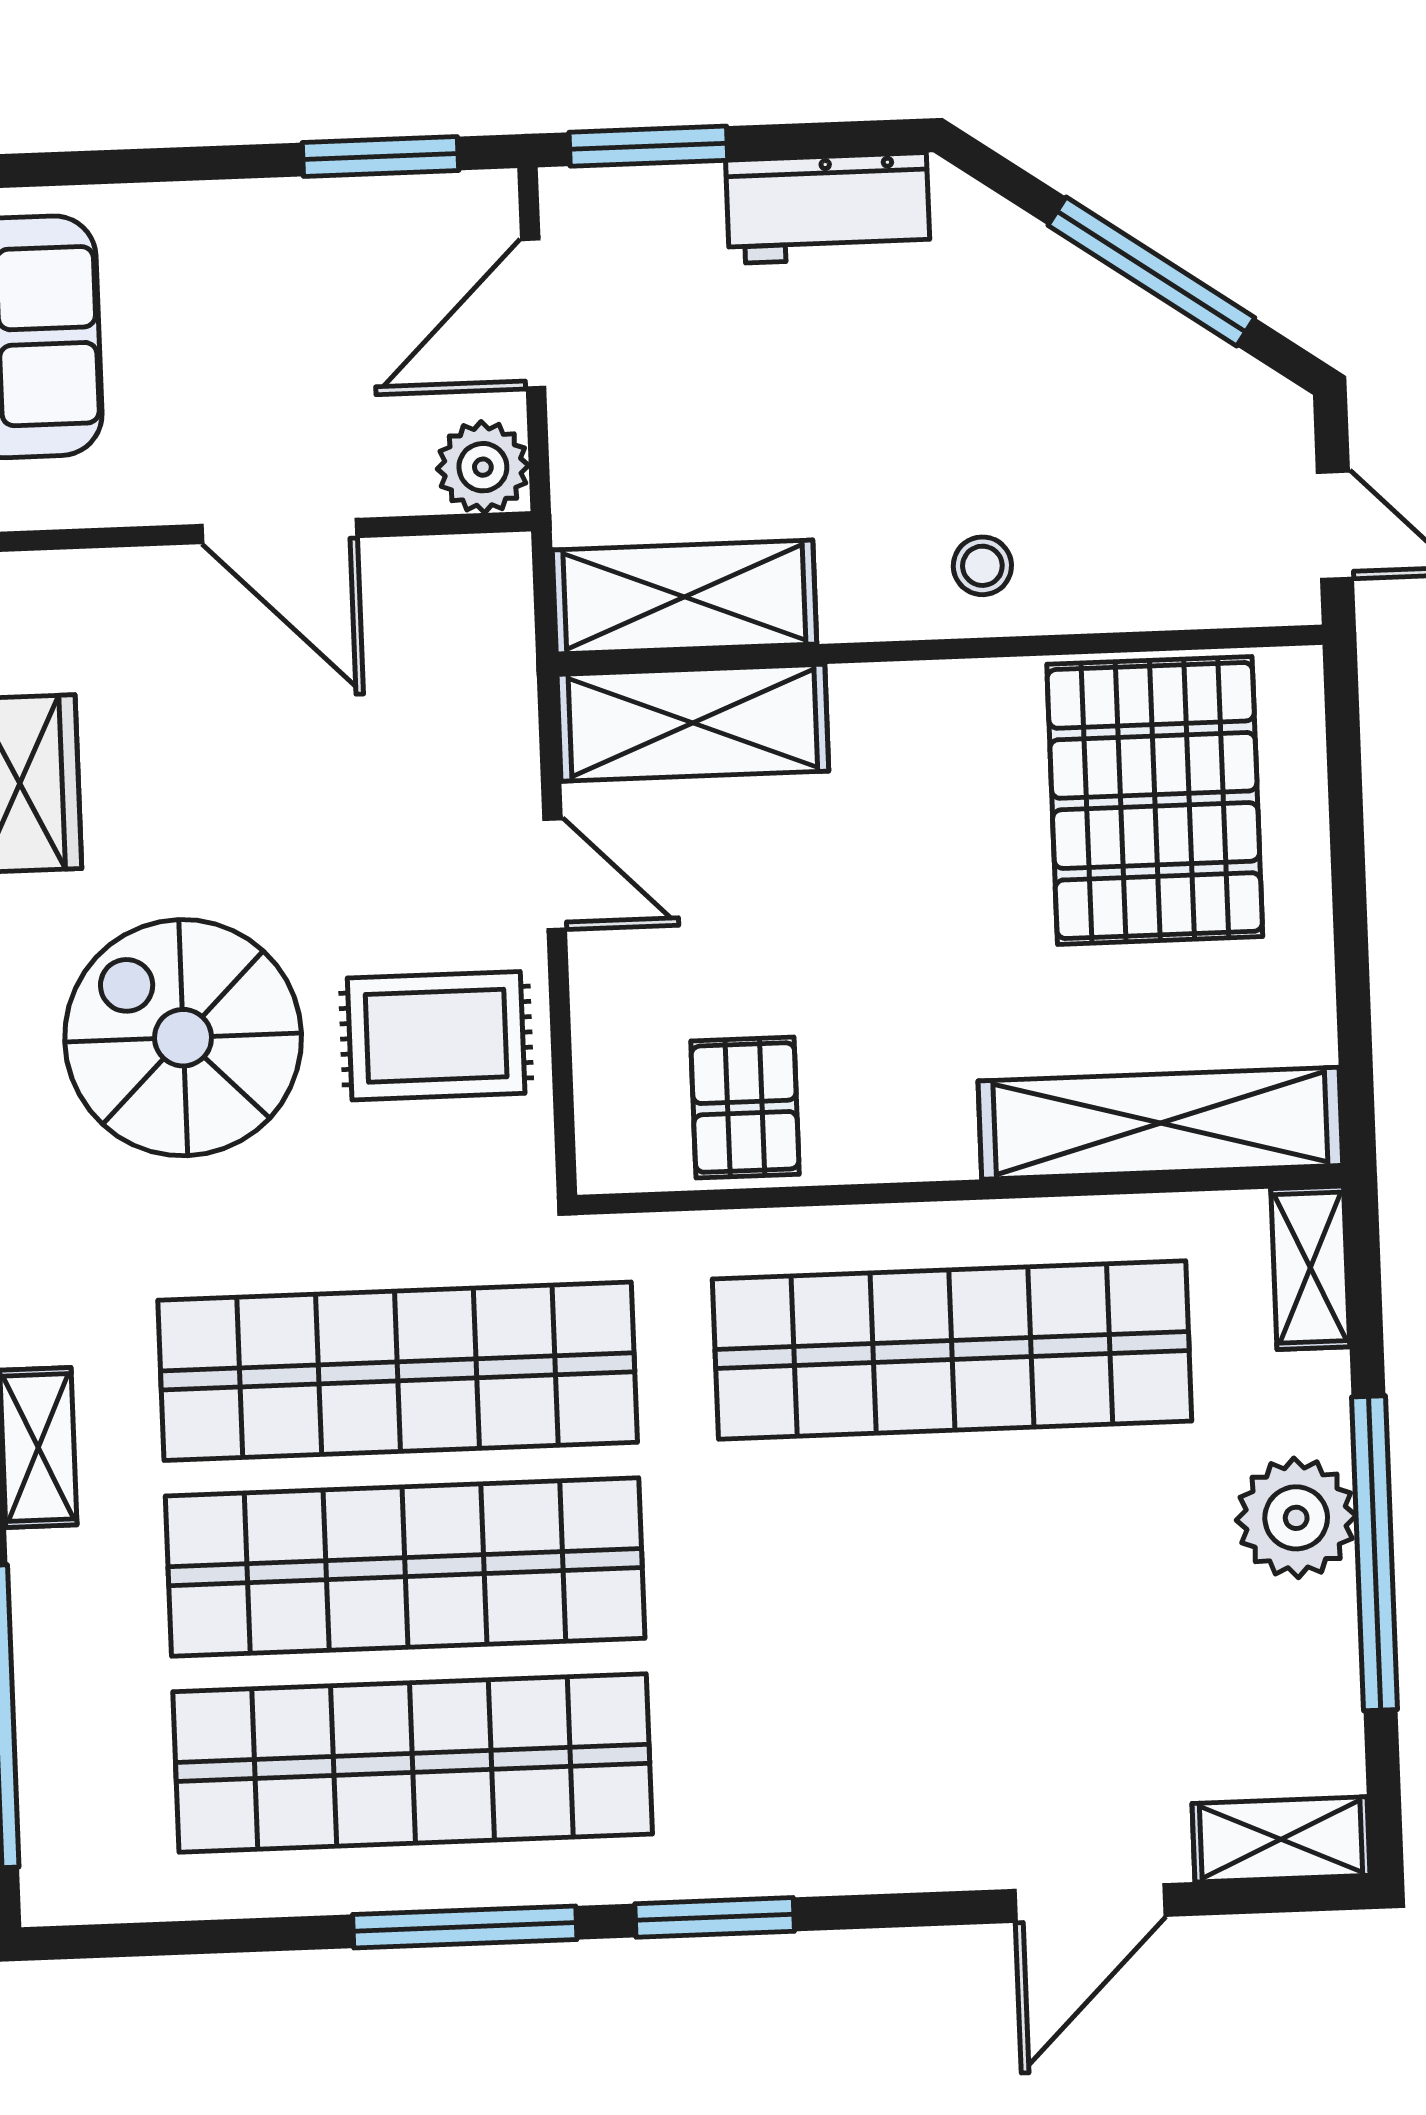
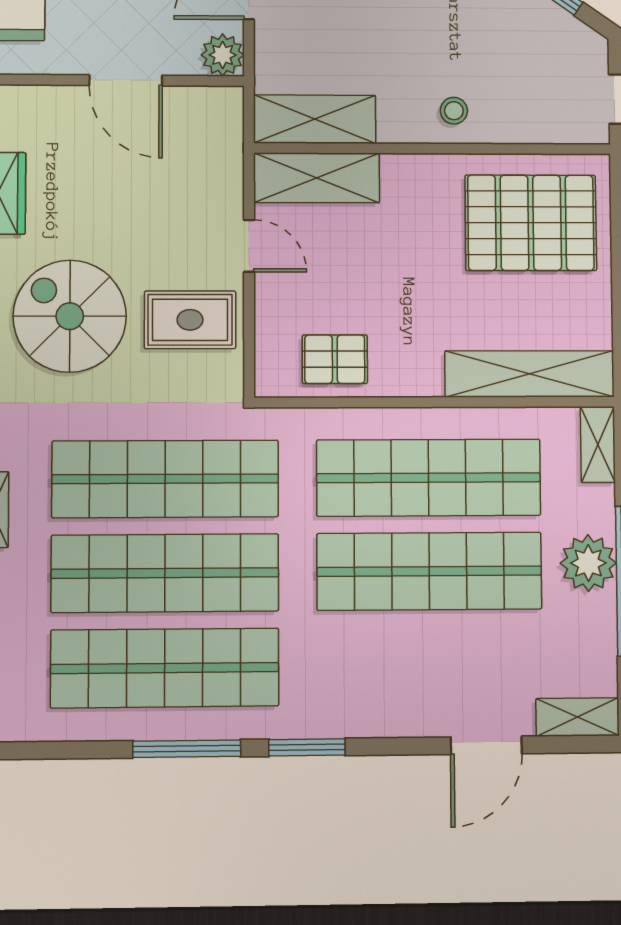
pallet: (1155, 800) -> (531, 223), turned 90
pallet: (745, 1108) -> (335, 359), turned 90
shop shelf: (960, 1546) -> (429, 571), added

